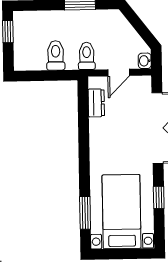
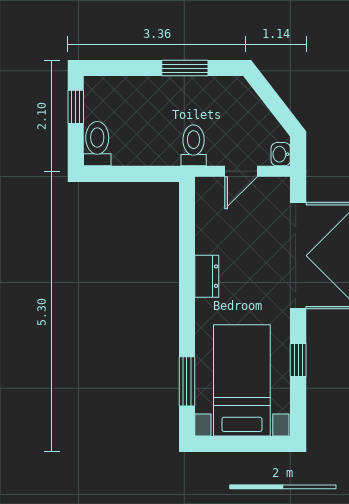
toilet: (56, 55) -> (97, 144), moved
dresser: (96, 103) -> (207, 276), moved

